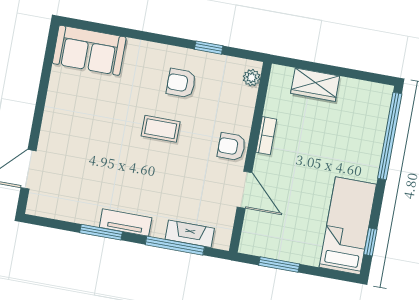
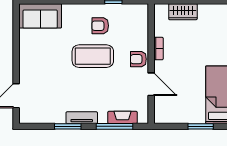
plant: (252, 78) -> (143, 15), removed
coffee table: (161, 129) -> (93, 56), width x1.86, depth x1.72
window: (279, 265) -> (201, 126), moved

